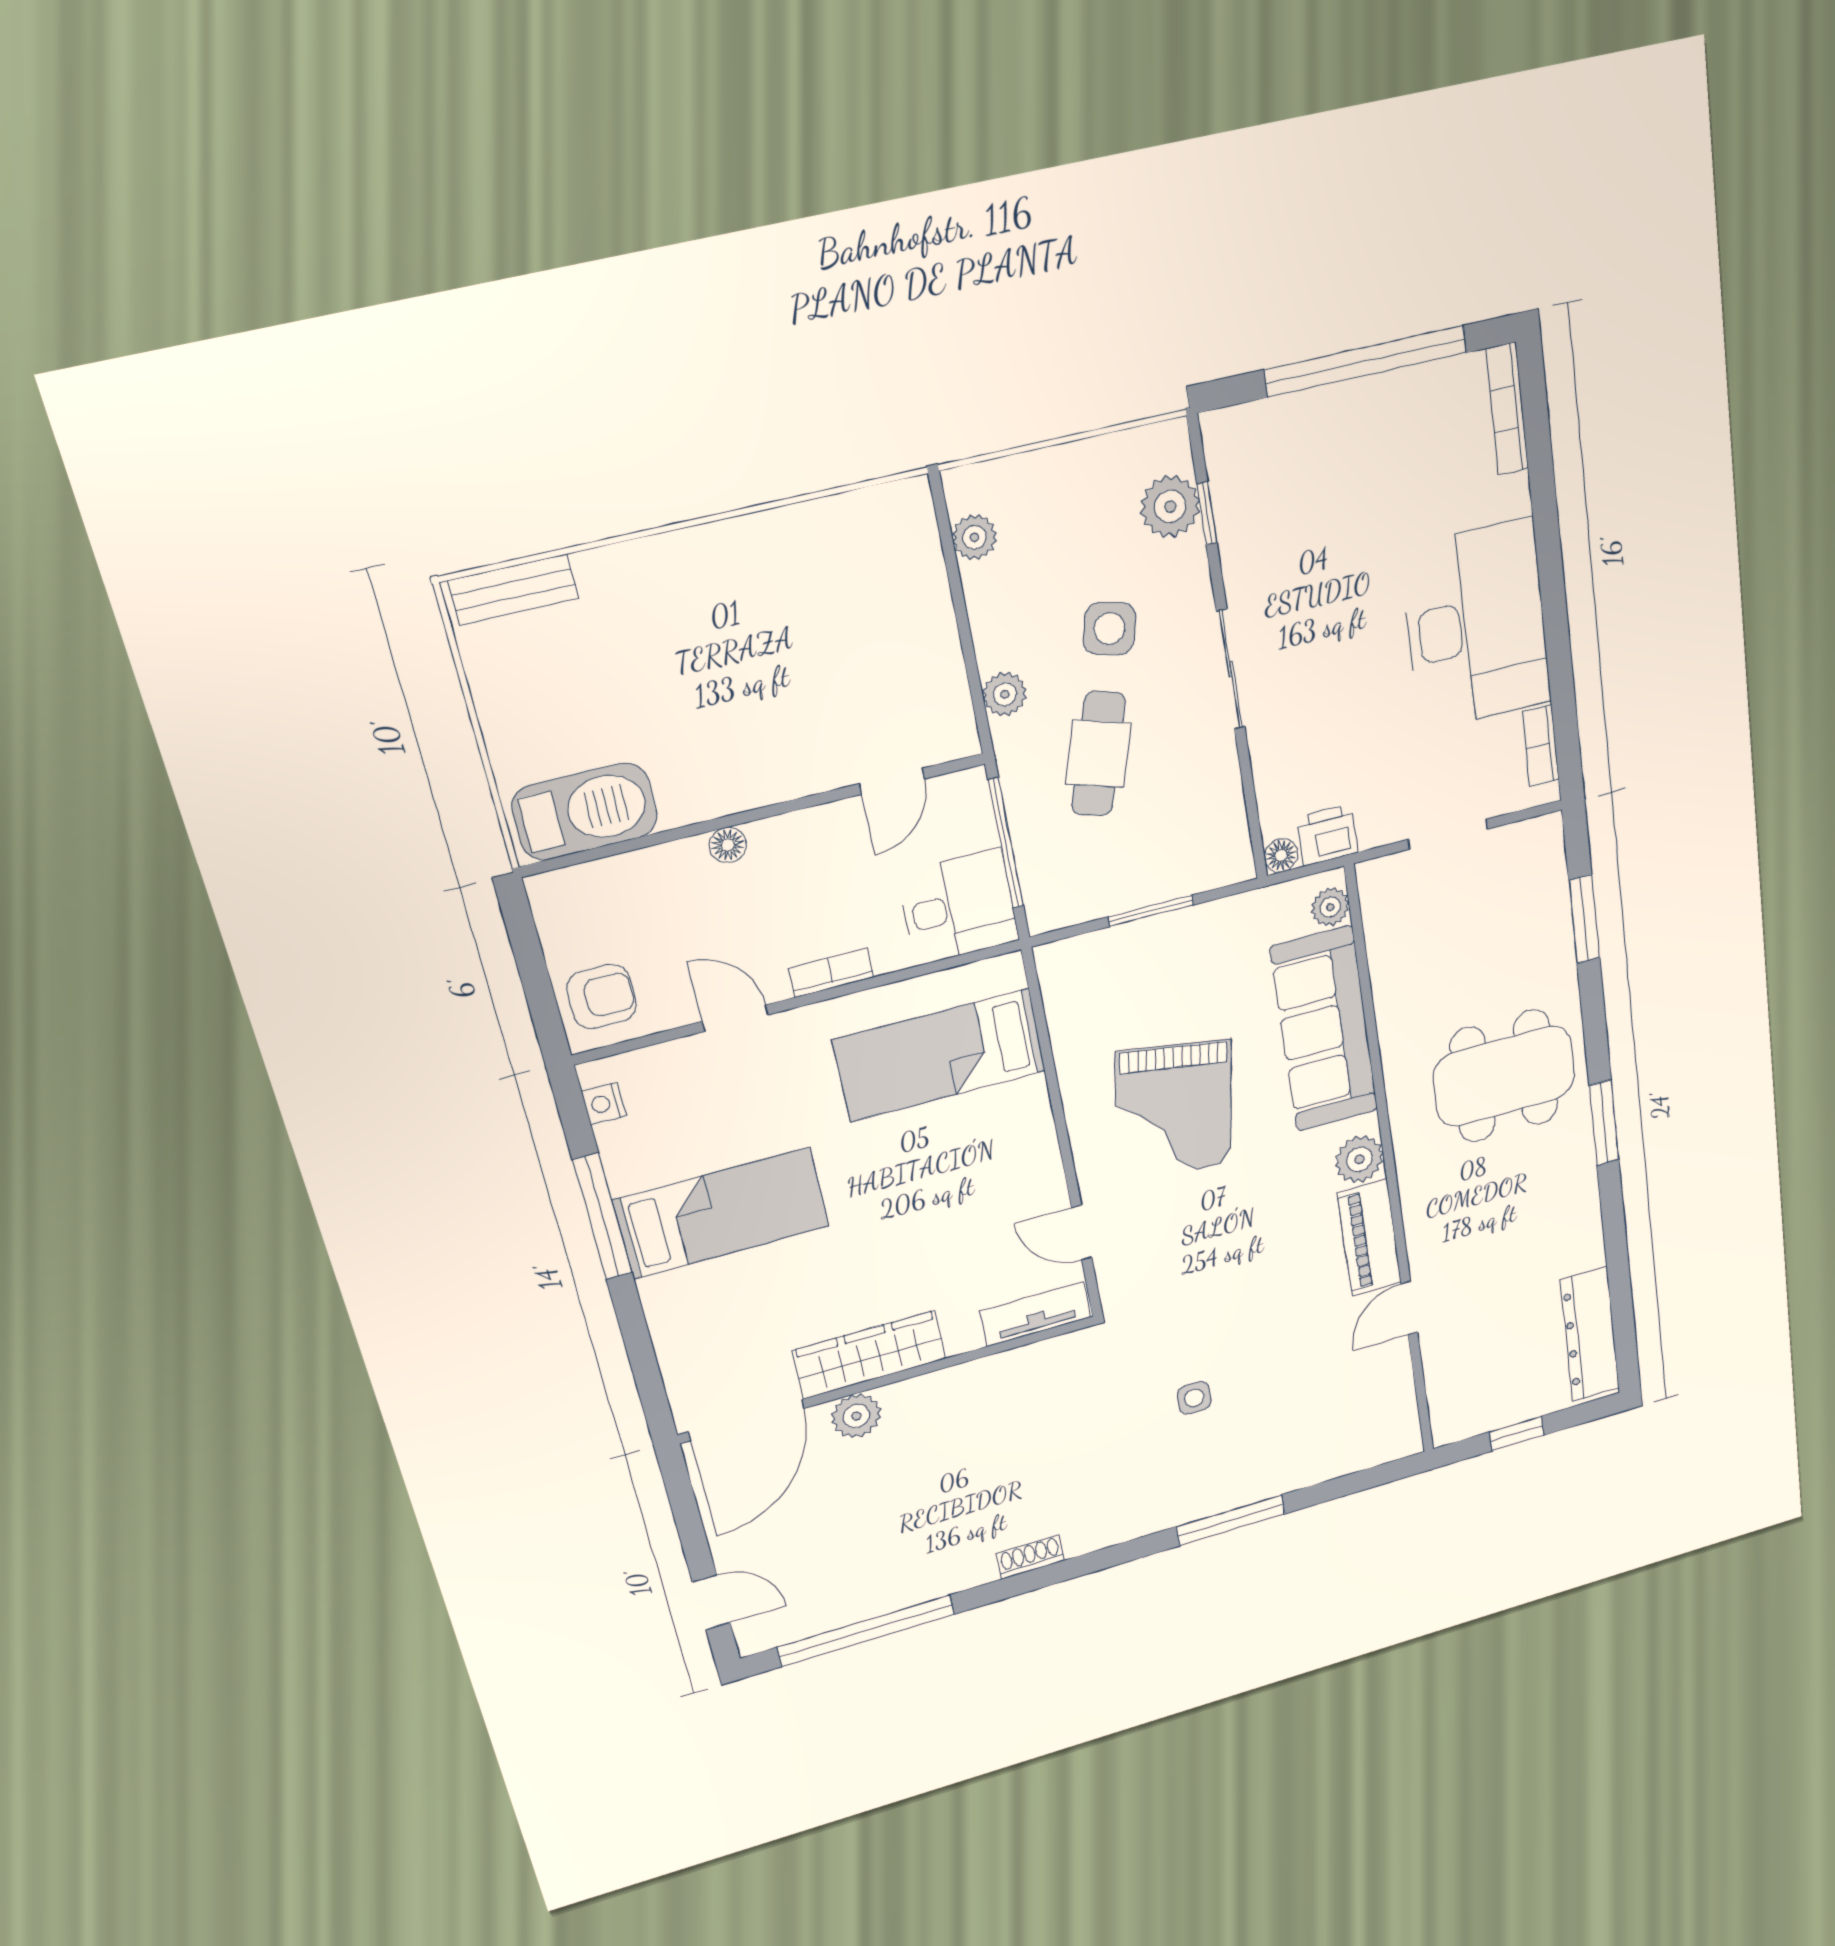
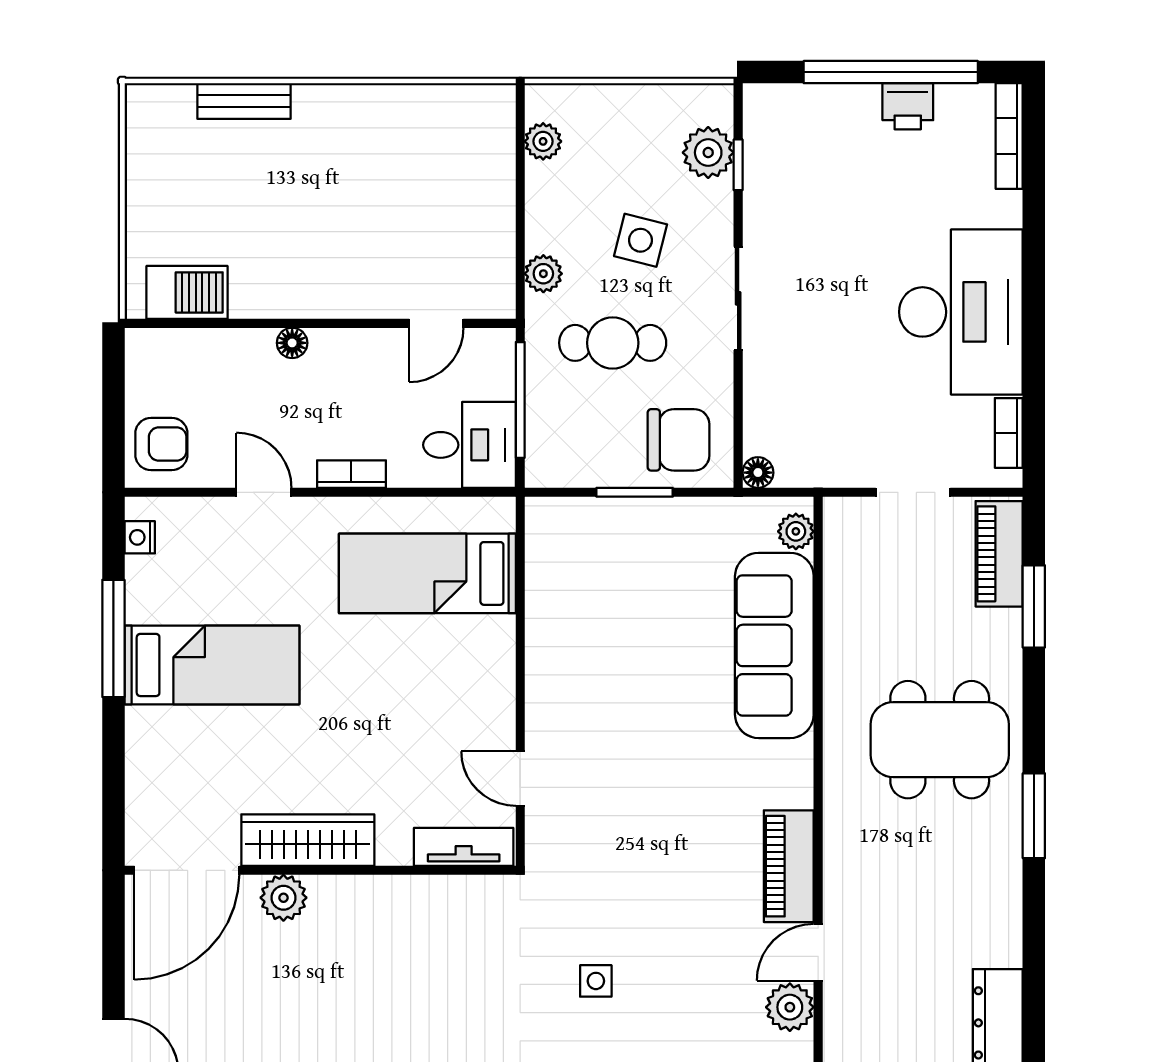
bench: (513, 590) -> (244, 101), moved
cafe table: (1098, 754) -> (613, 343), turned 73
barbecue: (585, 812) -> (187, 292), width x0.73, depth x0.83
printer: (1327, 835) -> (908, 106), moved, turned 180
chair: (1189, 842) -> (678, 440), added
piano: (1544, 875) -> (999, 554), added
grand piano: (1174, 1109) -> (624, 683), removed
plant: (1359, 1159) -> (790, 1007), moved

